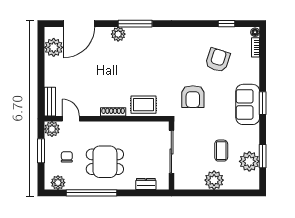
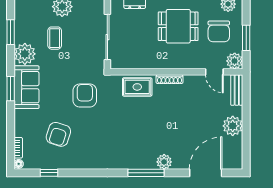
plant: (54, 47) -> (233, 126), moved
chair: (67, 157) -> (219, 31), width x1.87, depth x1.87
plant: (249, 161) -> (25, 54), moved

